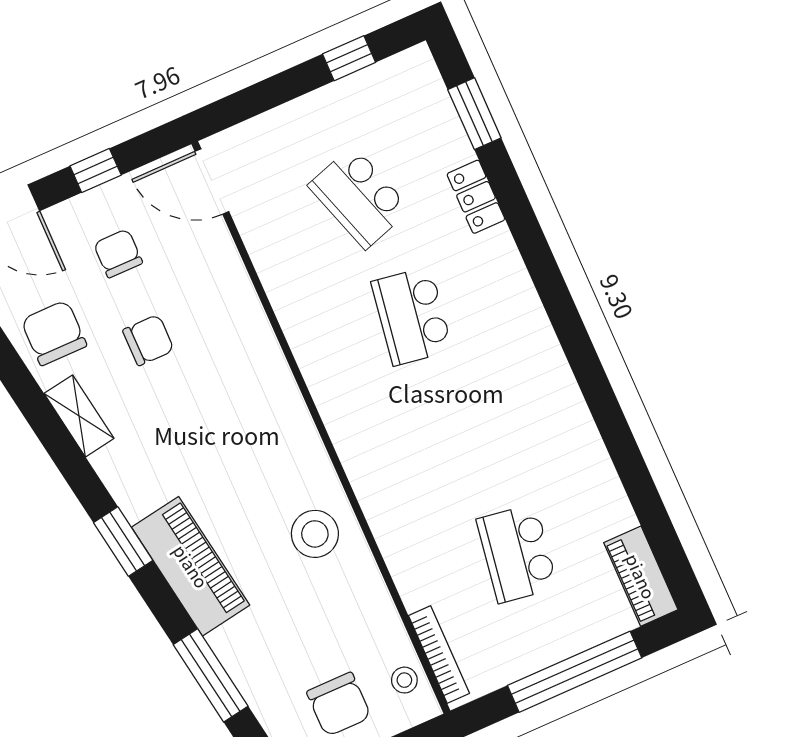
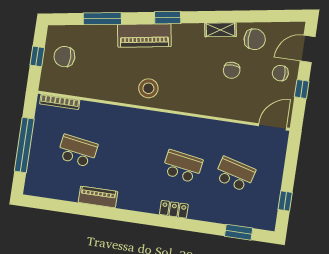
school desk: (359, 197) -> (235, 174), turned 33
locker: (476, 197) -> (174, 209), moved
chair: (118, 253) -> (280, 73), moved, turned 180
stool: (315, 534) -> (148, 88), moved
piano: (641, 576) -> (98, 197), moved
stool: (404, 680) -> (58, 84), removed

